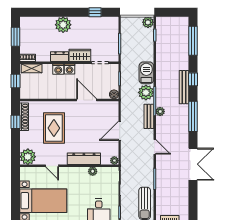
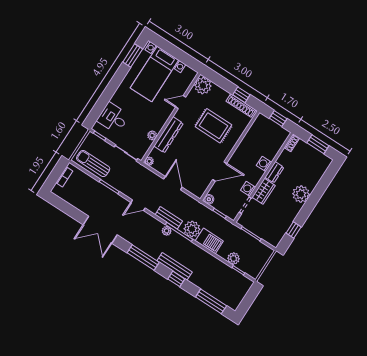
plant: (148, 22) -> (234, 259), moved
shelving: (32, 68) -> (280, 140), removed
washing machine: (70, 69) -> (248, 189), moved

